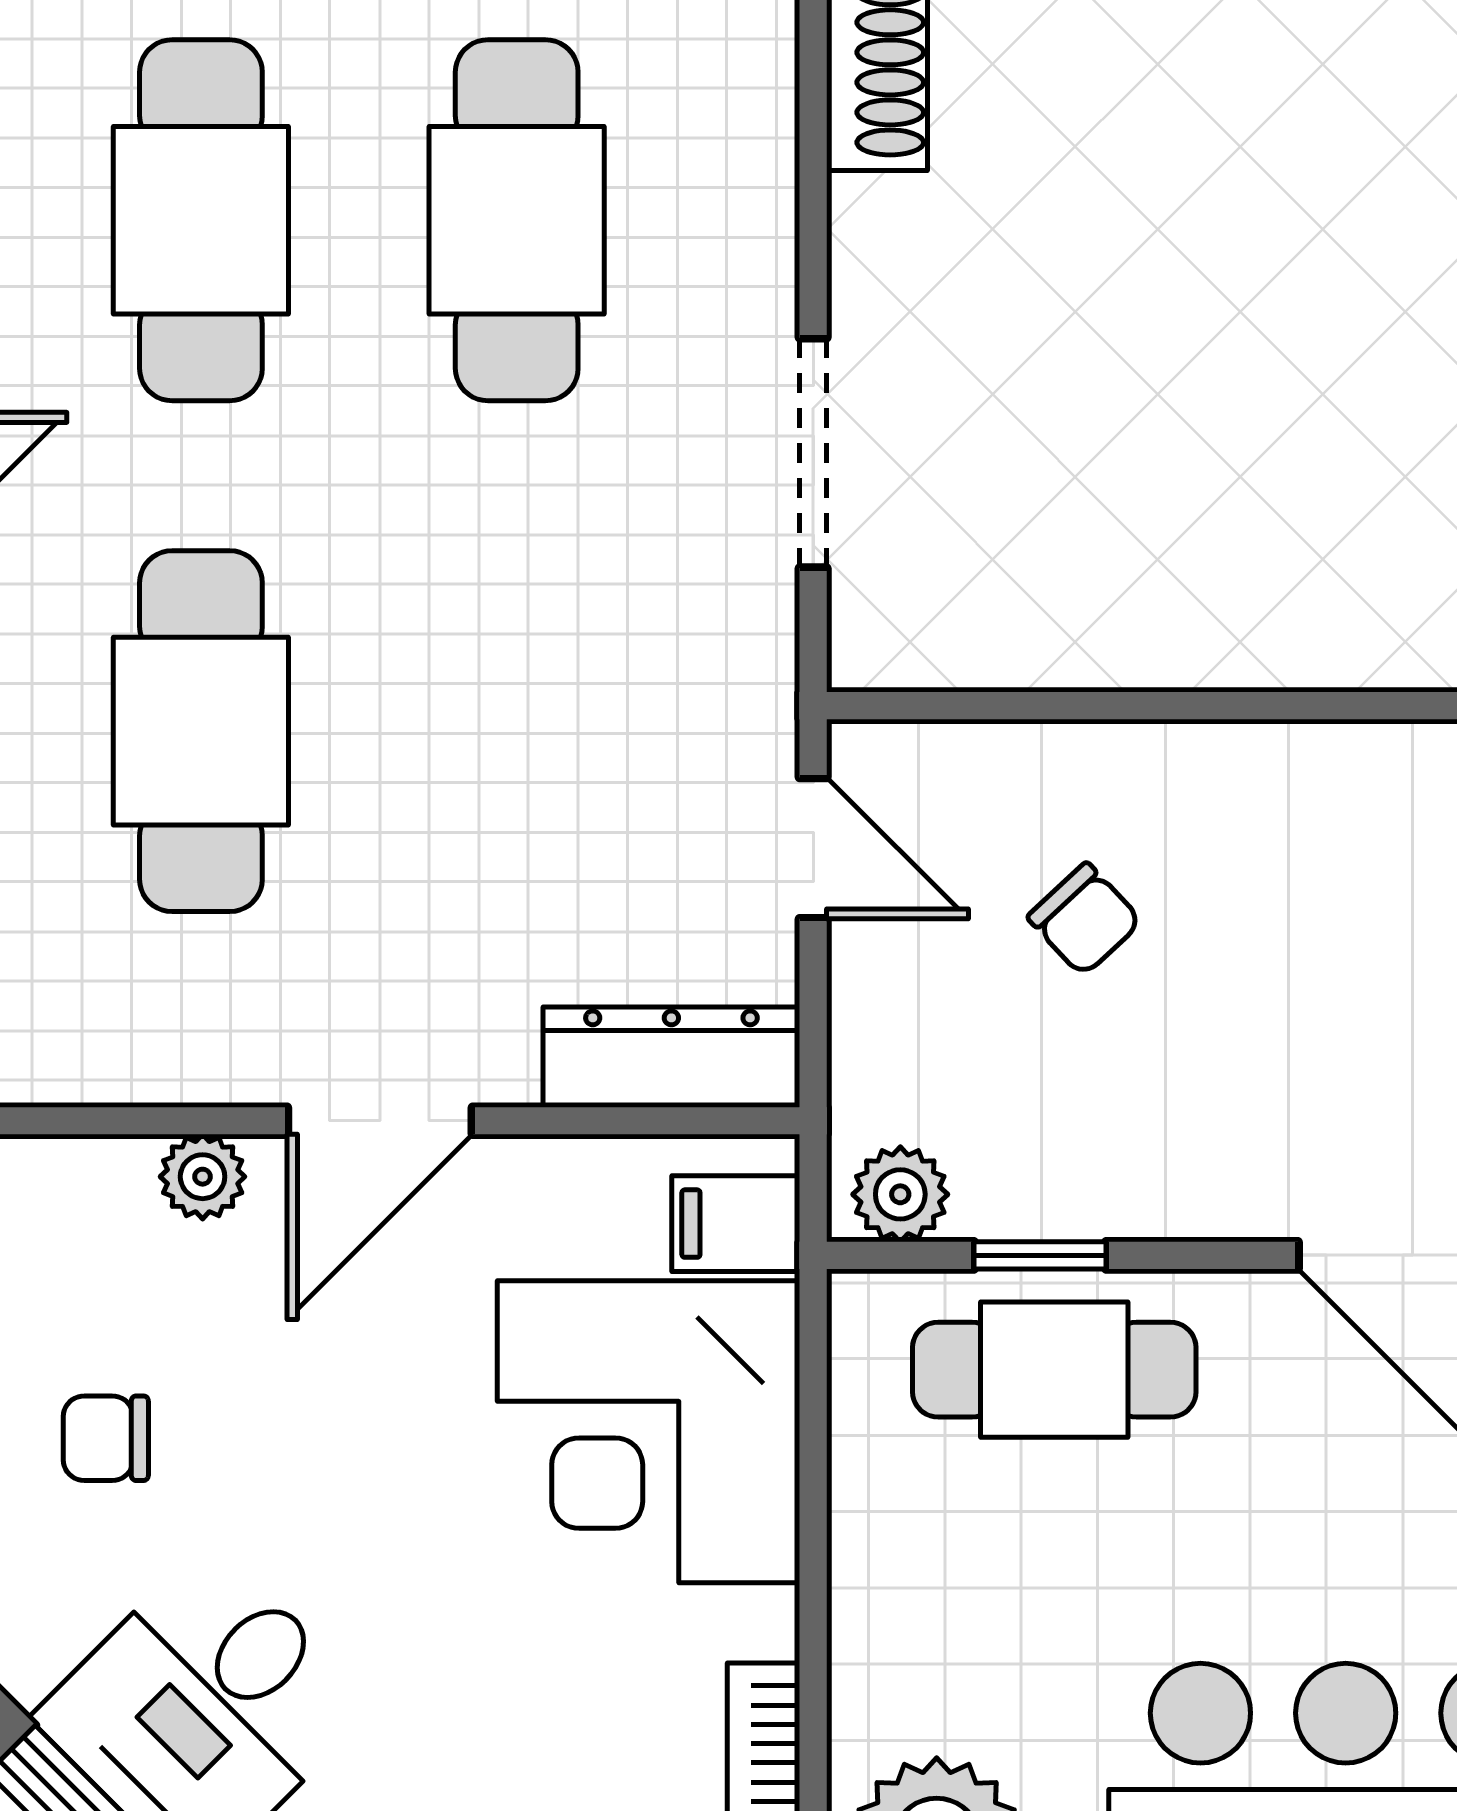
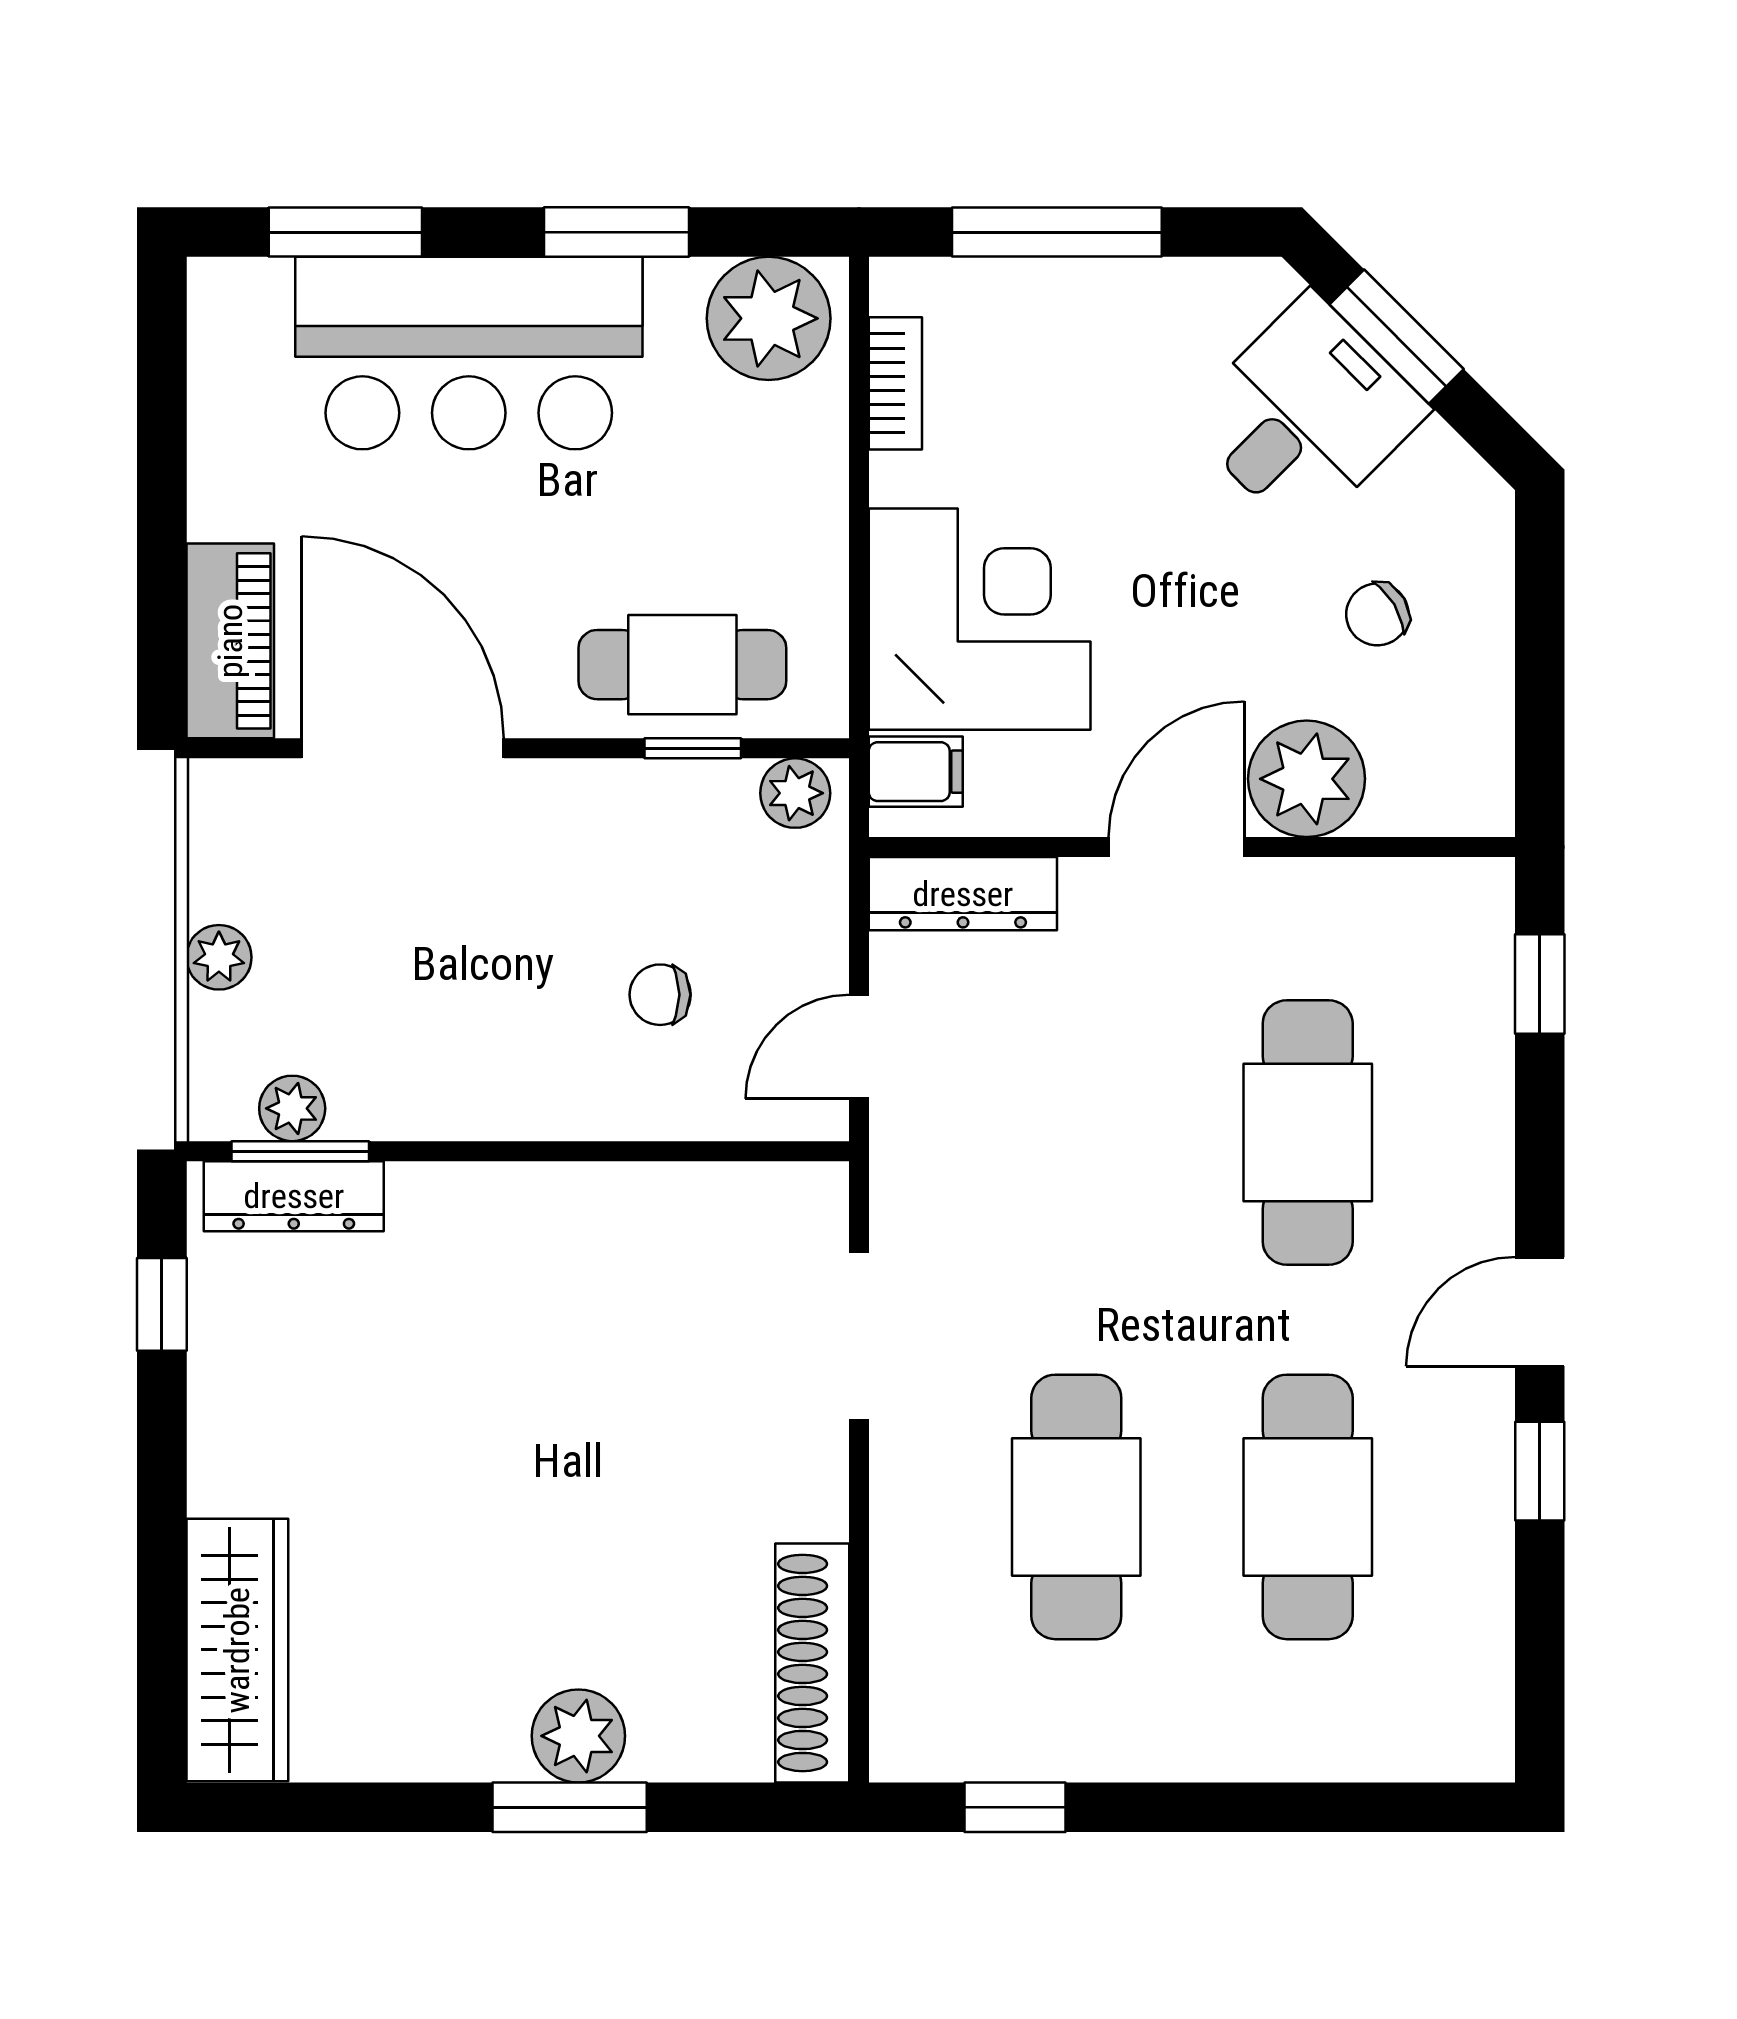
door: (813, 848) -> (859, 1047), hinge flipped
chair: (1085, 919) -> (660, 995), turned -47
plant: (203, 1177) -> (1307, 779), width x1.88, depth x1.88
chair: (106, 1438) -> (1377, 614), turned 149

